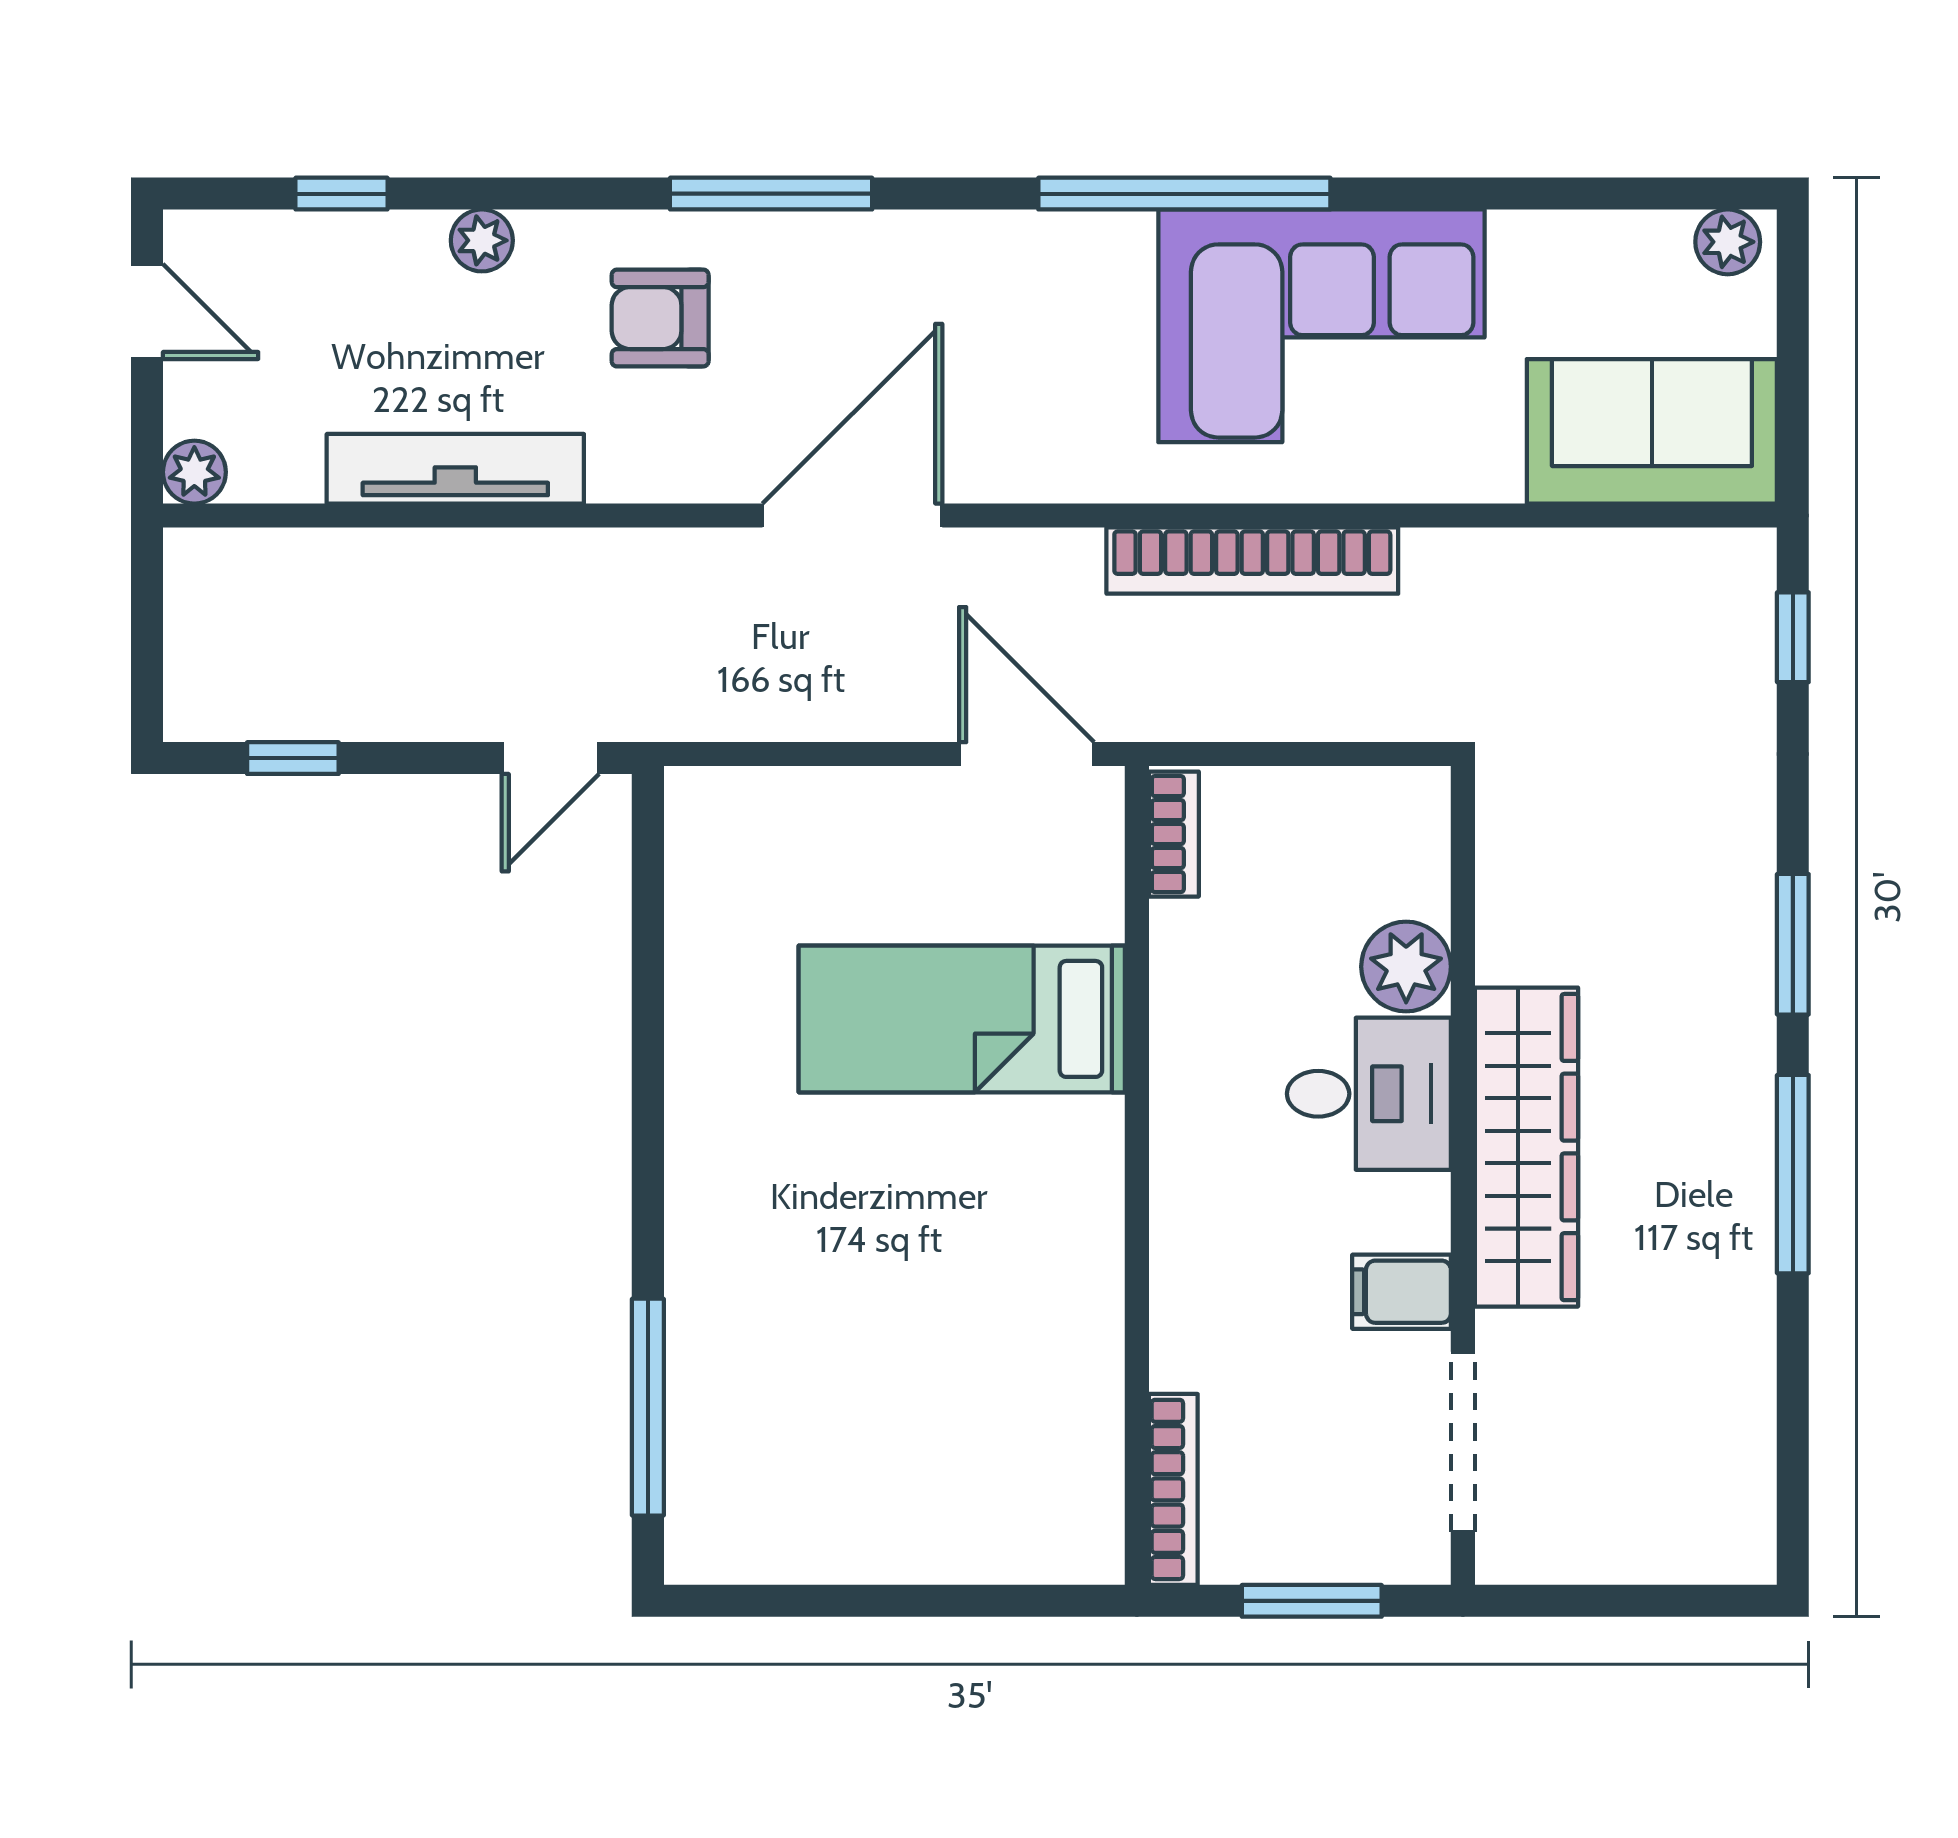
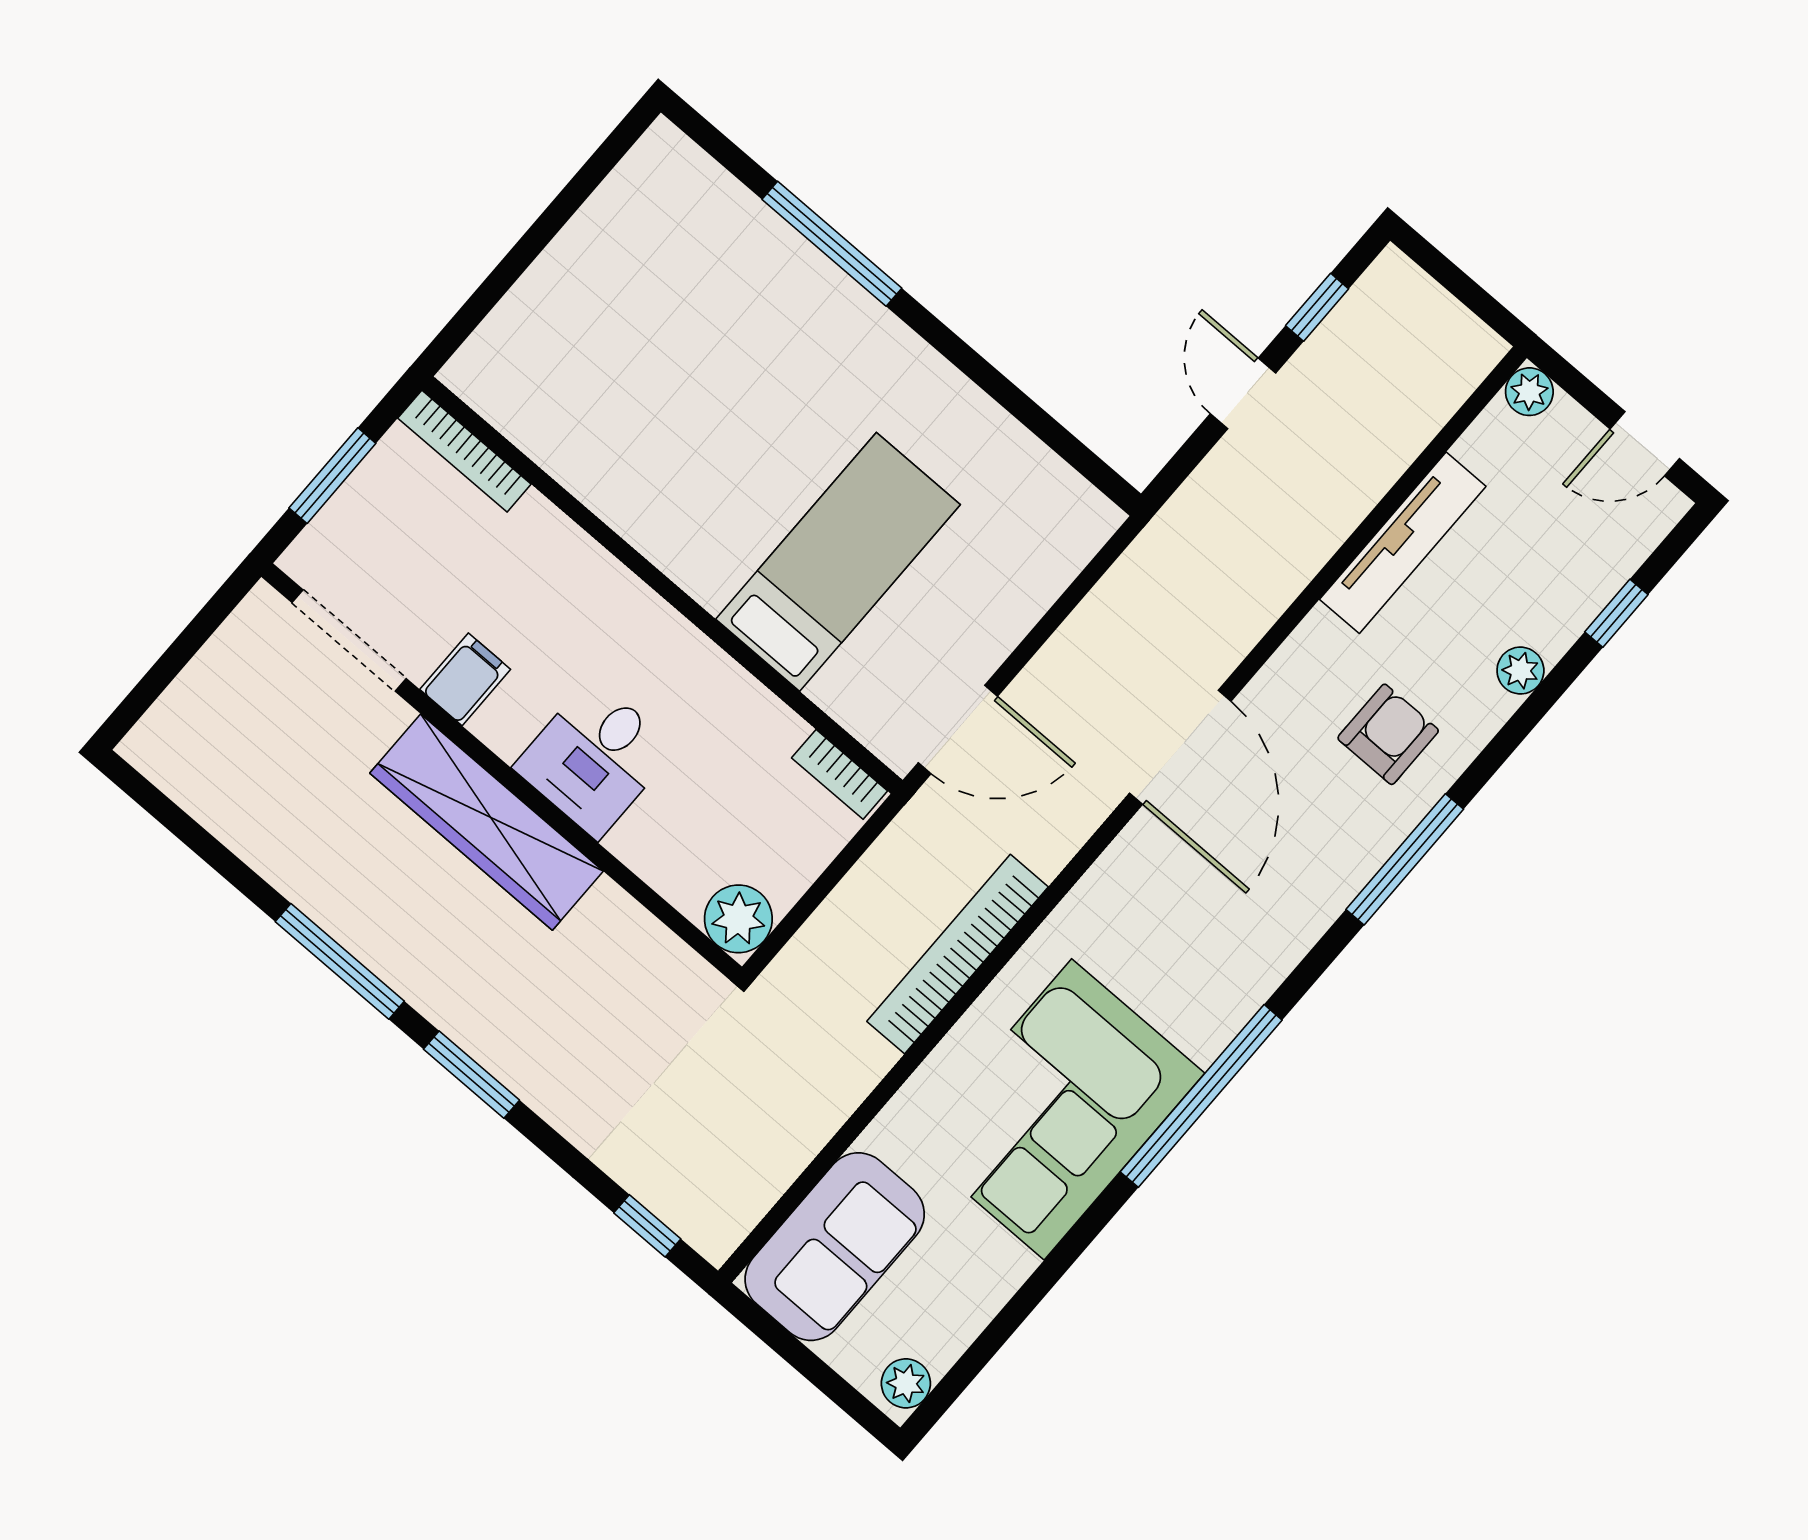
door: (550, 758) -> (1243, 393), moved
plant: (1406, 967) -> (738, 919), moved
window: (648, 1407) -> (832, 244), moved

